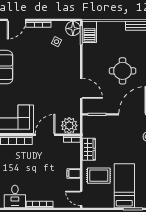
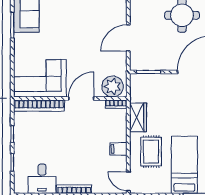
door: (81, 88) -> (128, 38), swing flipped
rug: (99, 176) -> (151, 152), turned 90

